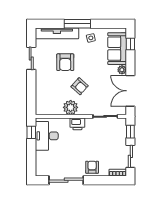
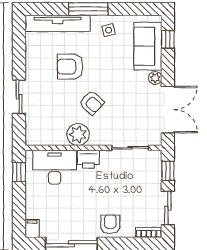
sliding door: (31, 58) -> (19, 97), moved
armchair: (65, 62) -> (70, 67), turned 90
double door: (130, 91) -> (168, 110), swing flipped
desk: (47, 136) -> (54, 167), moved, turned 90
filing cabinet: (40, 170) -> (32, 228), added

